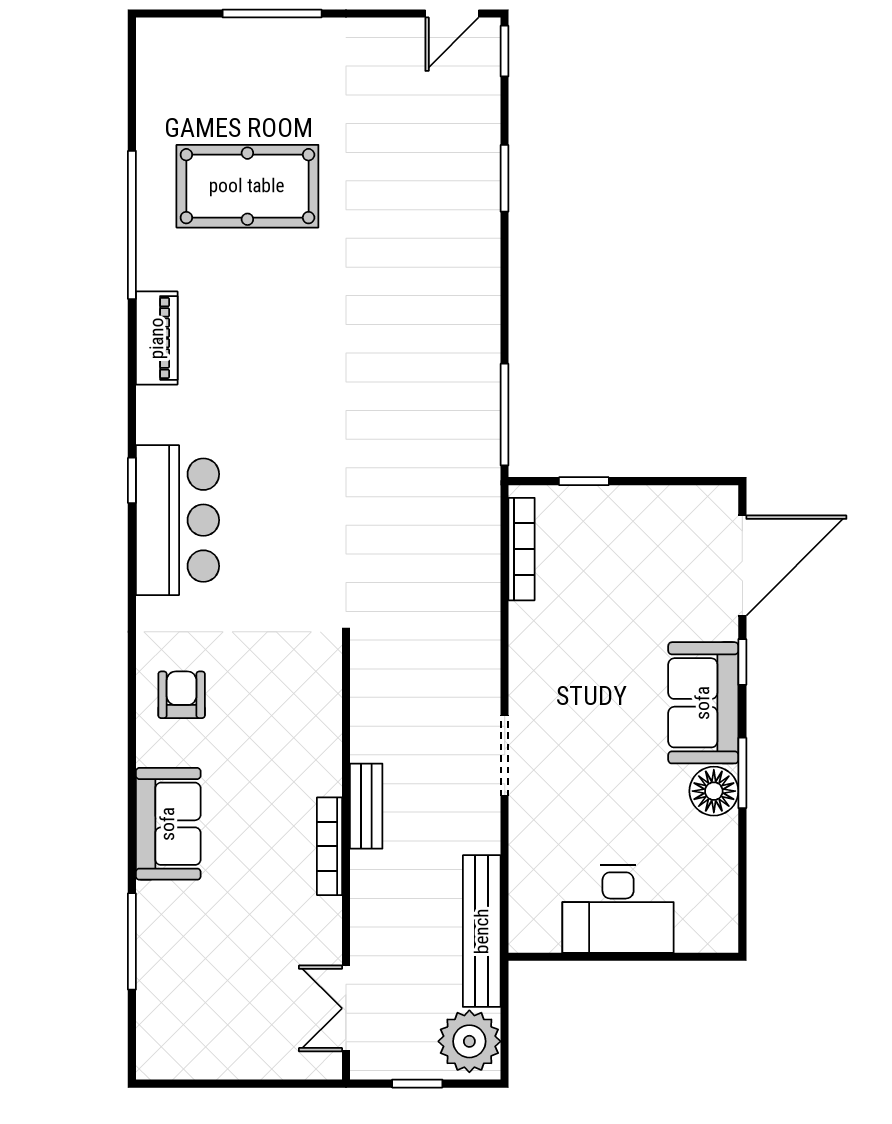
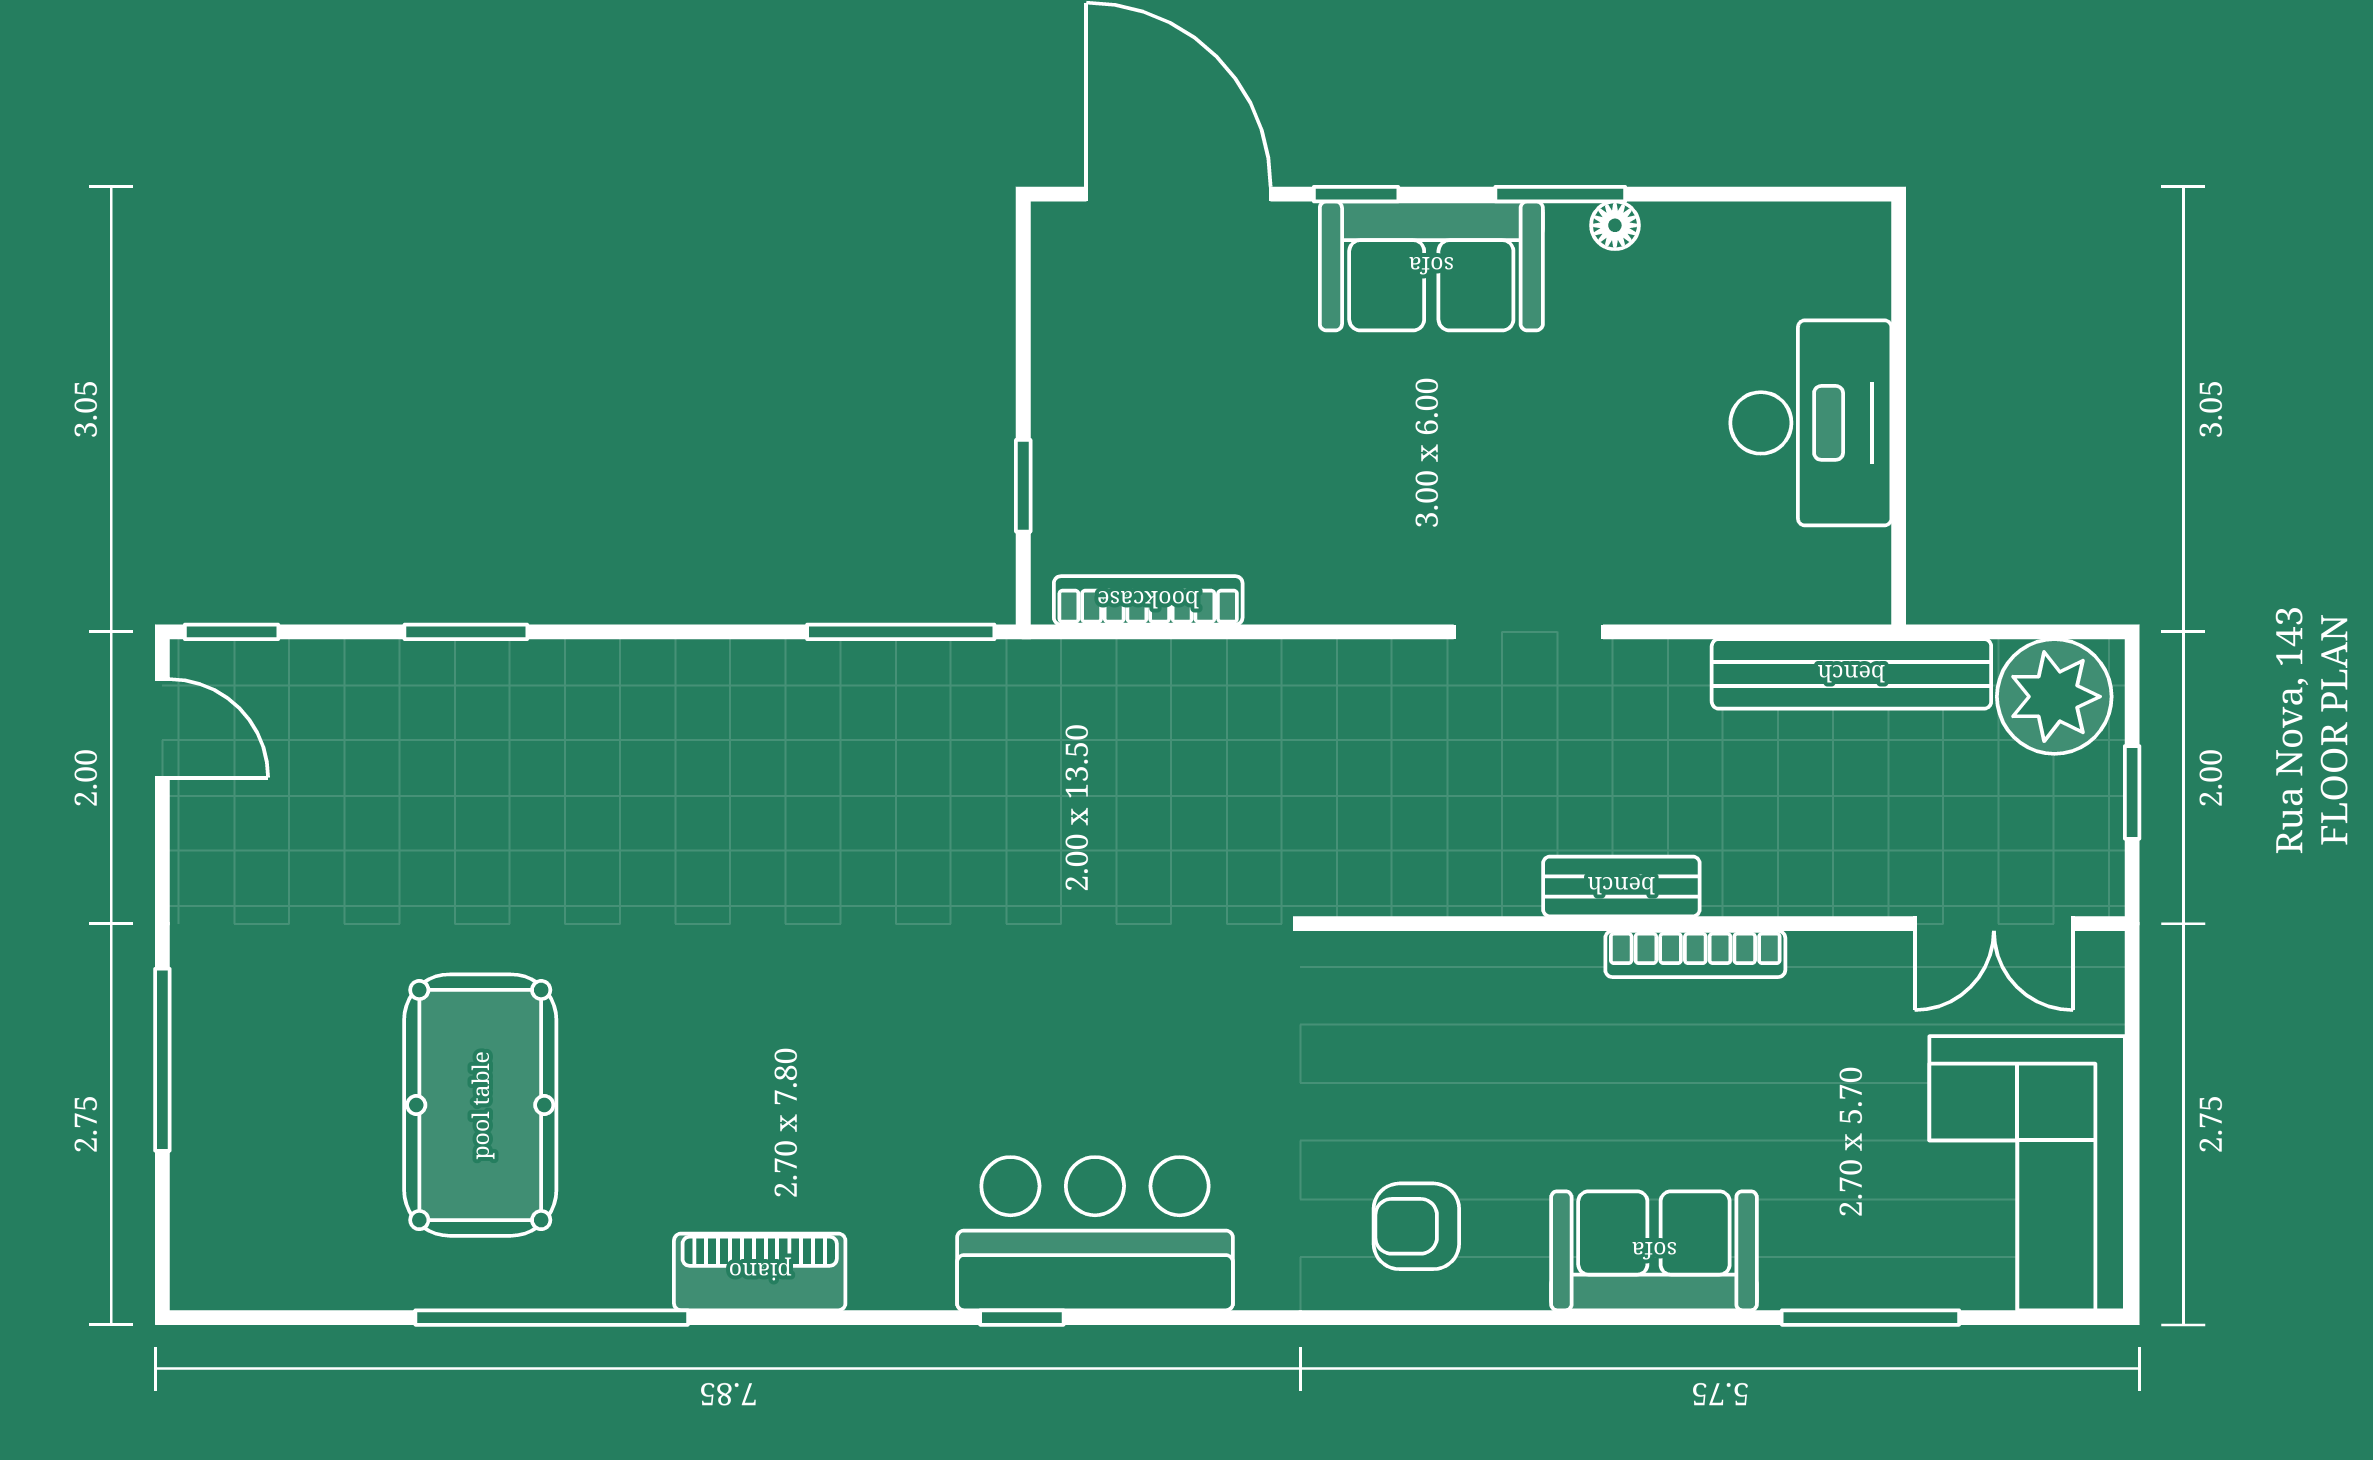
floor lamp: (714, 791) -> (1615, 225), width x0.53, depth x0.53
corner sofa: (210, 1026) -> (2027, 1173), added

